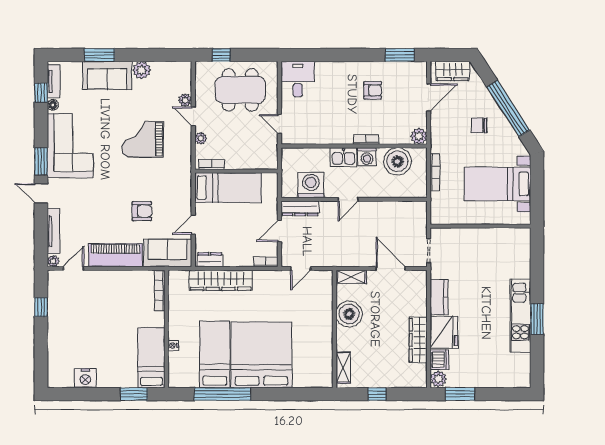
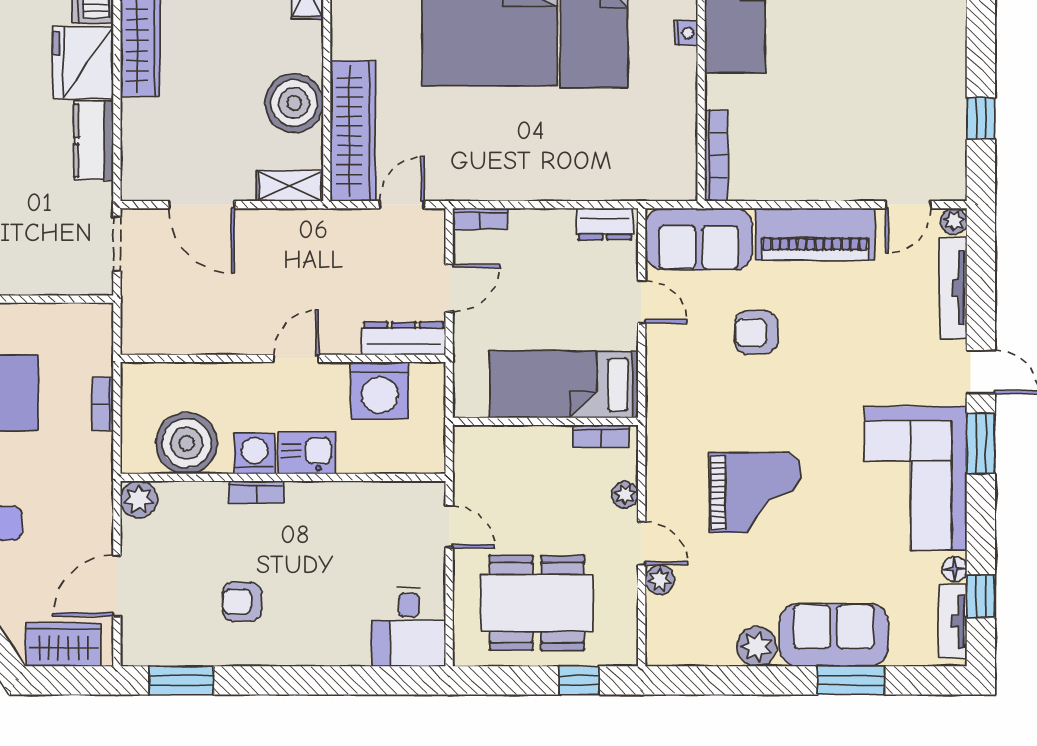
bookcase: (435, 172) -> (103, 404), width x0.64
door: (193, 225) -> (642, 302), hinge flipped
wardrobe: (221, 280) -> (353, 131), moved, turned 90

